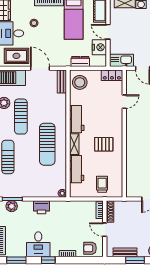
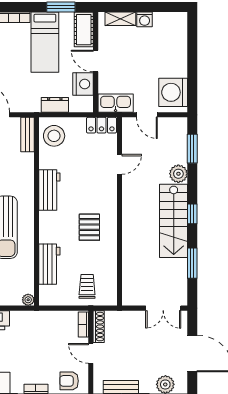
shelving: (74, 144) -> (46, 227), removed
pallet: (104, 144) -> (89, 227), turned 90

